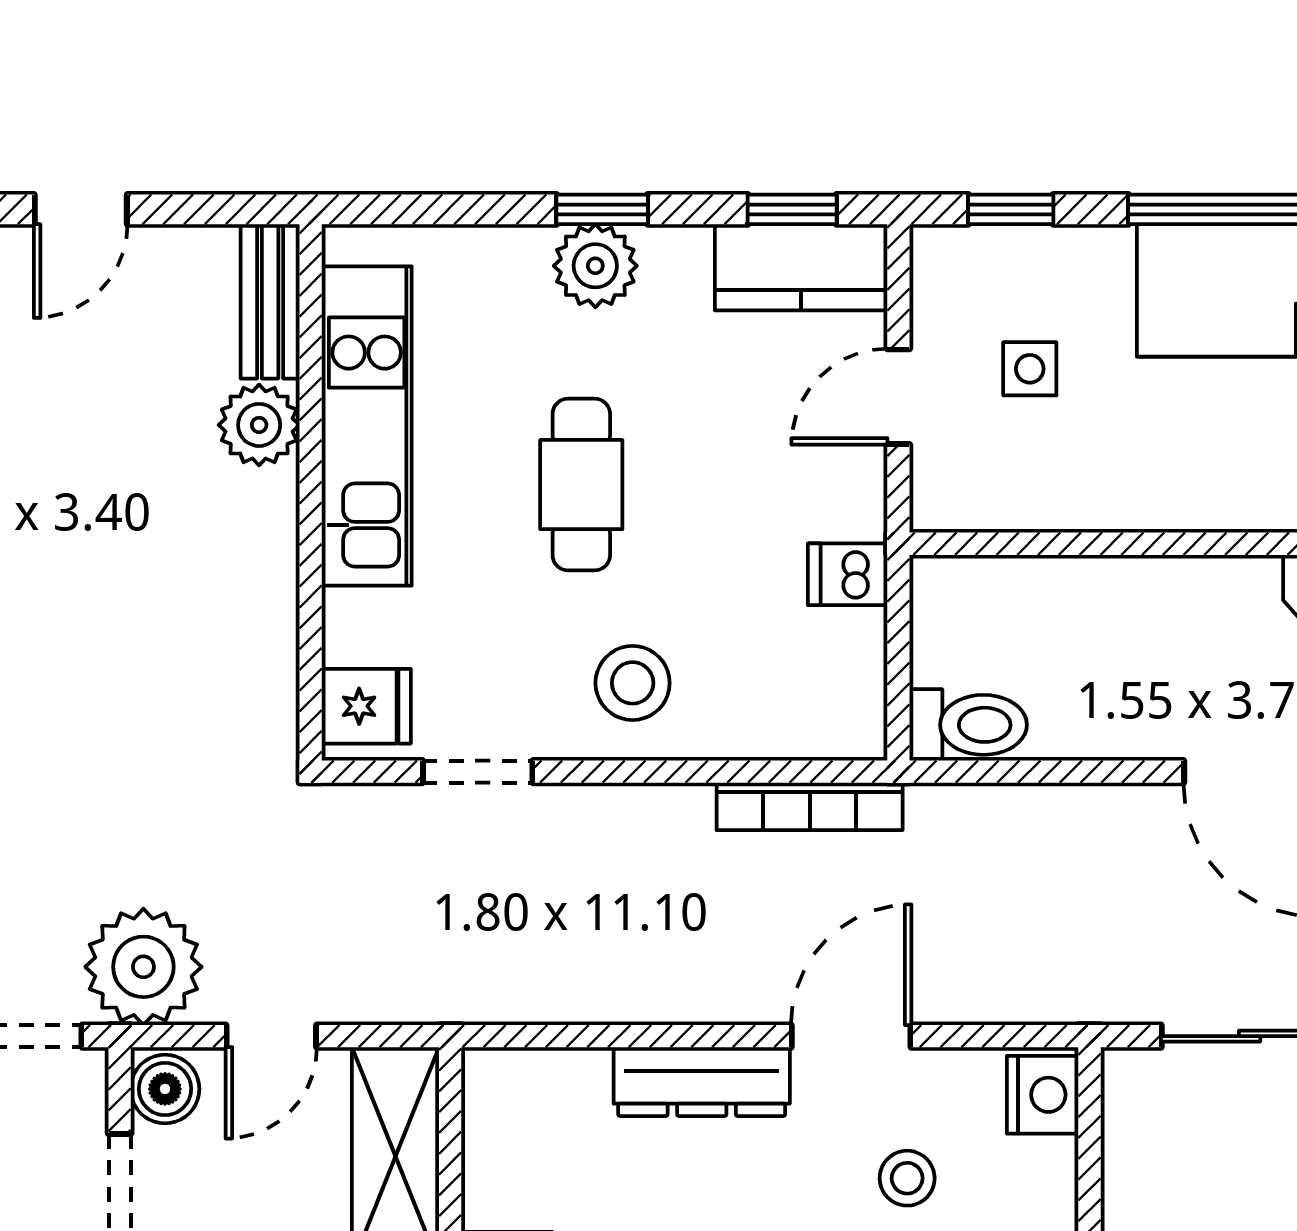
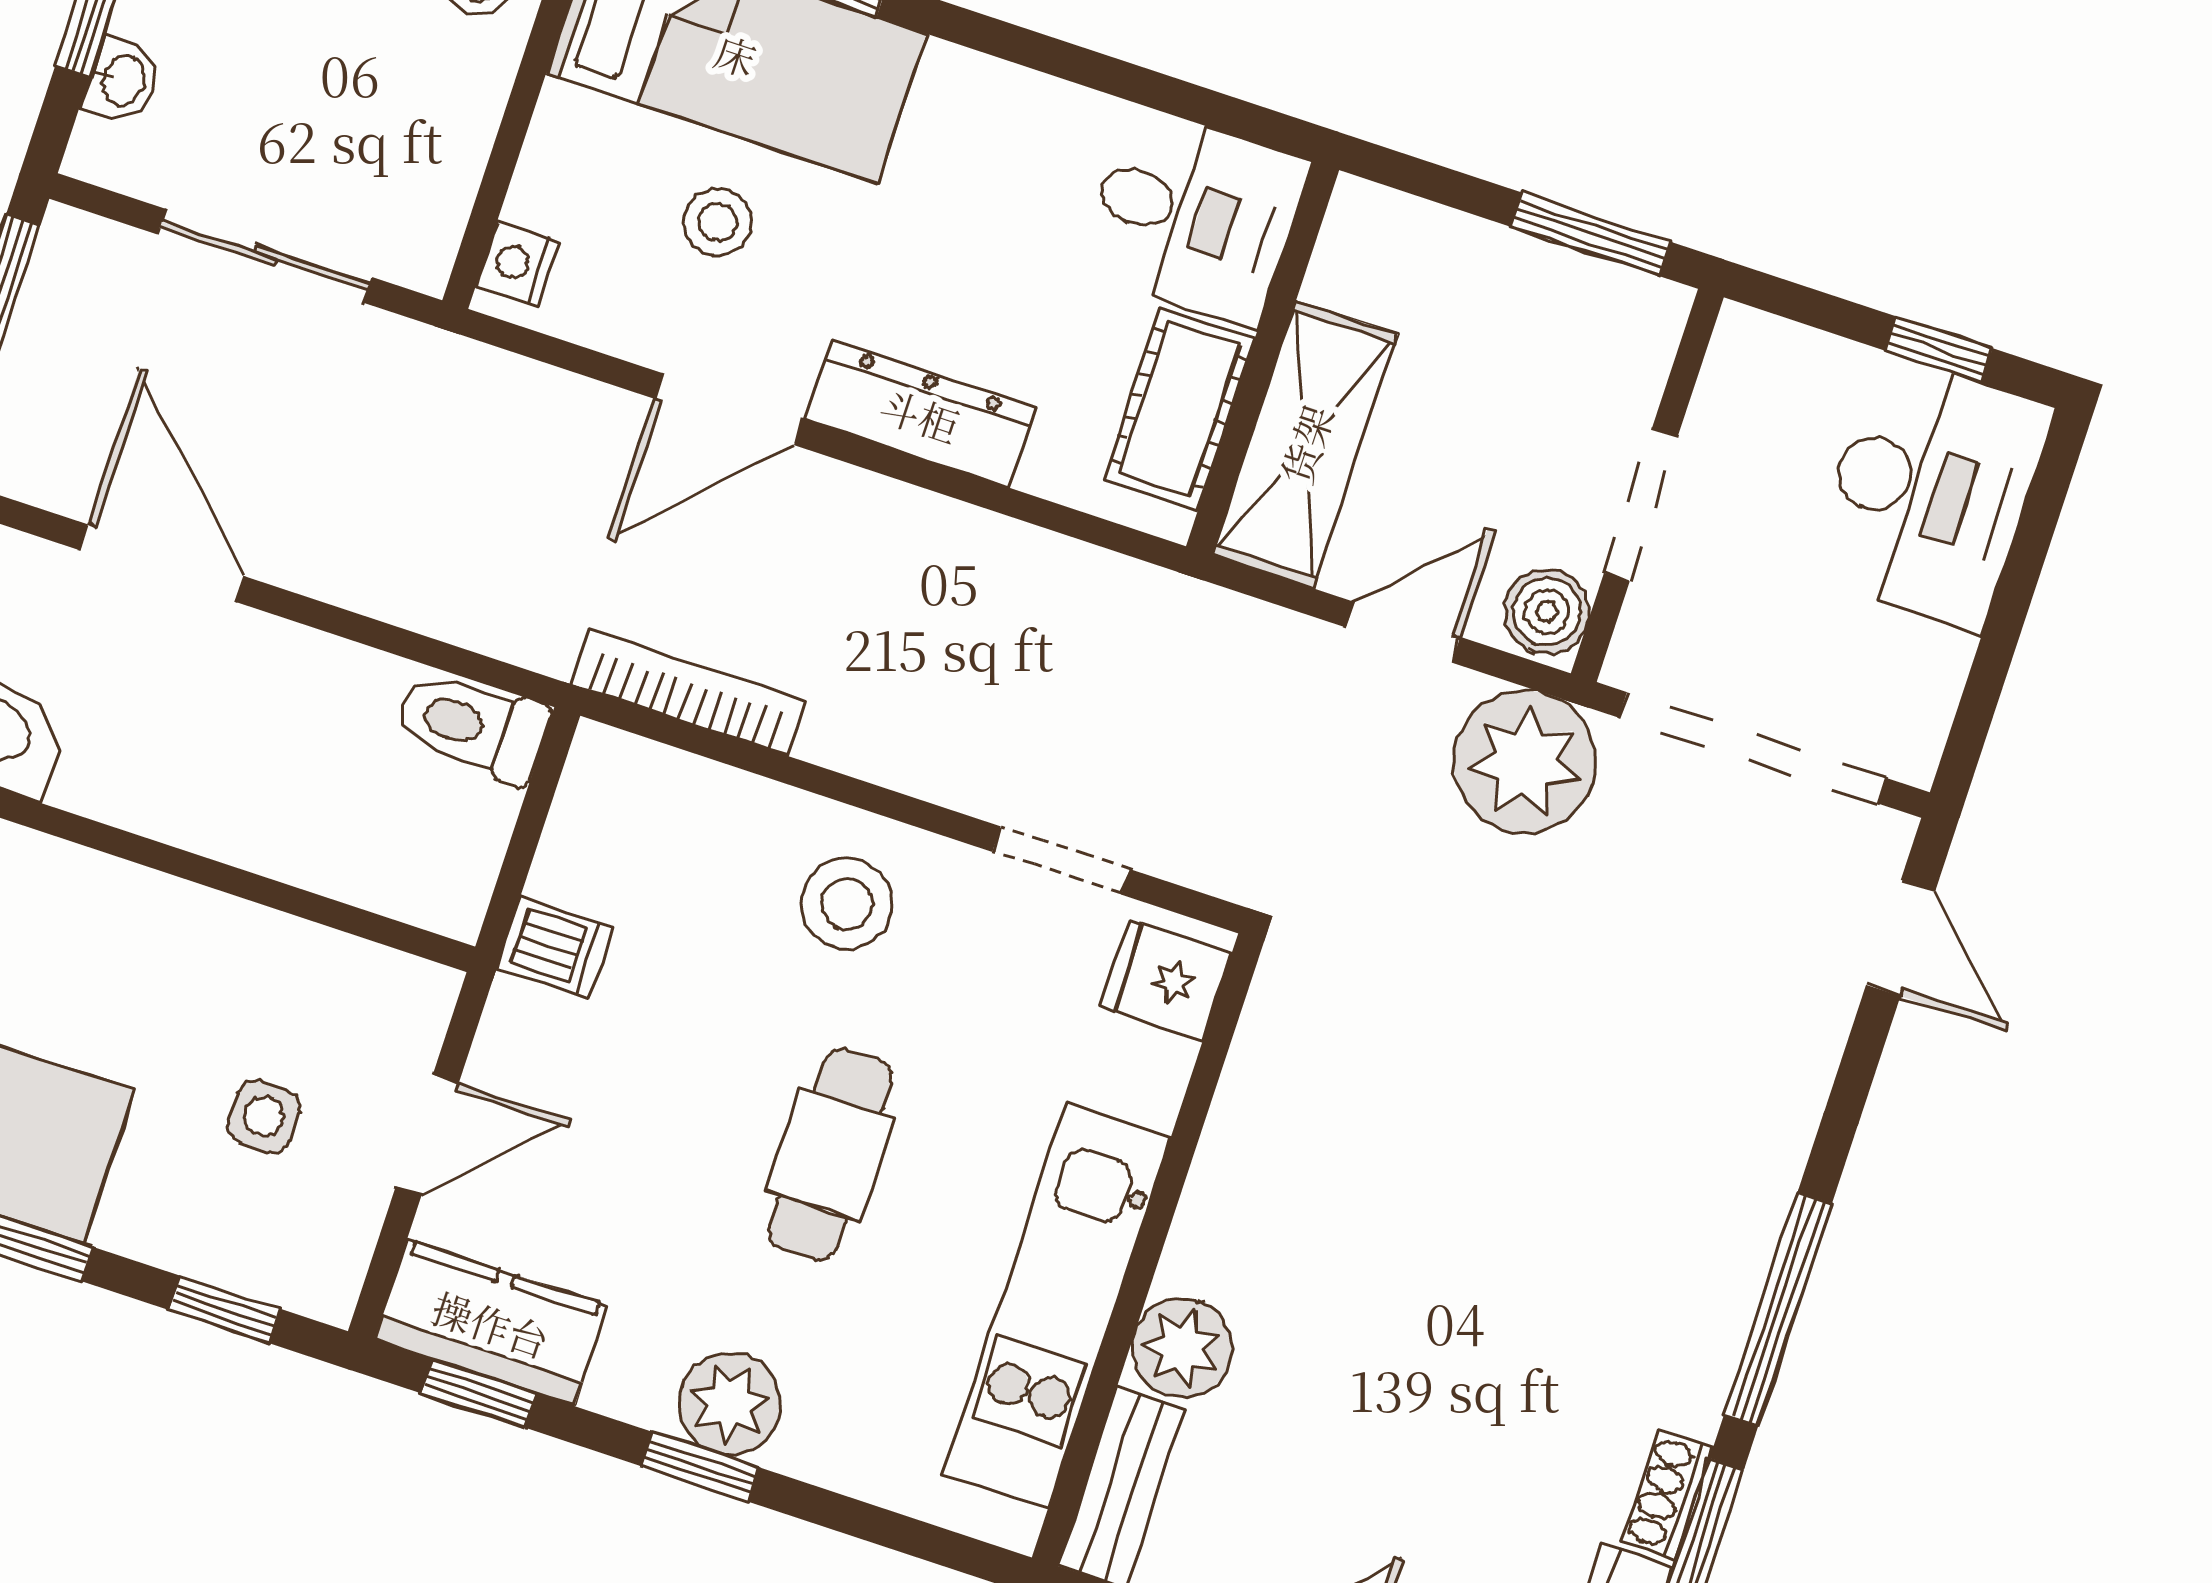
nightstand: (1043, 1095) -> (517, 263), width x0.72, depth x0.74
cot: (502, 1152) -> (1179, 409), added

